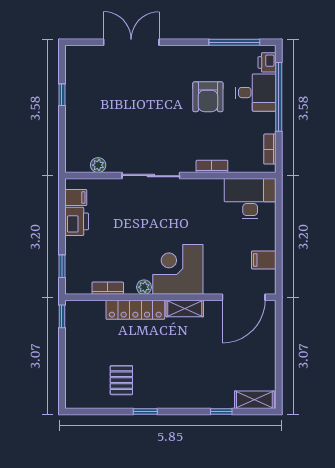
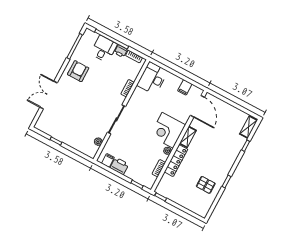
printer: (267, 62) -> (121, 51), moved
armchair: (208, 97) -> (78, 71), moved, turned -90

